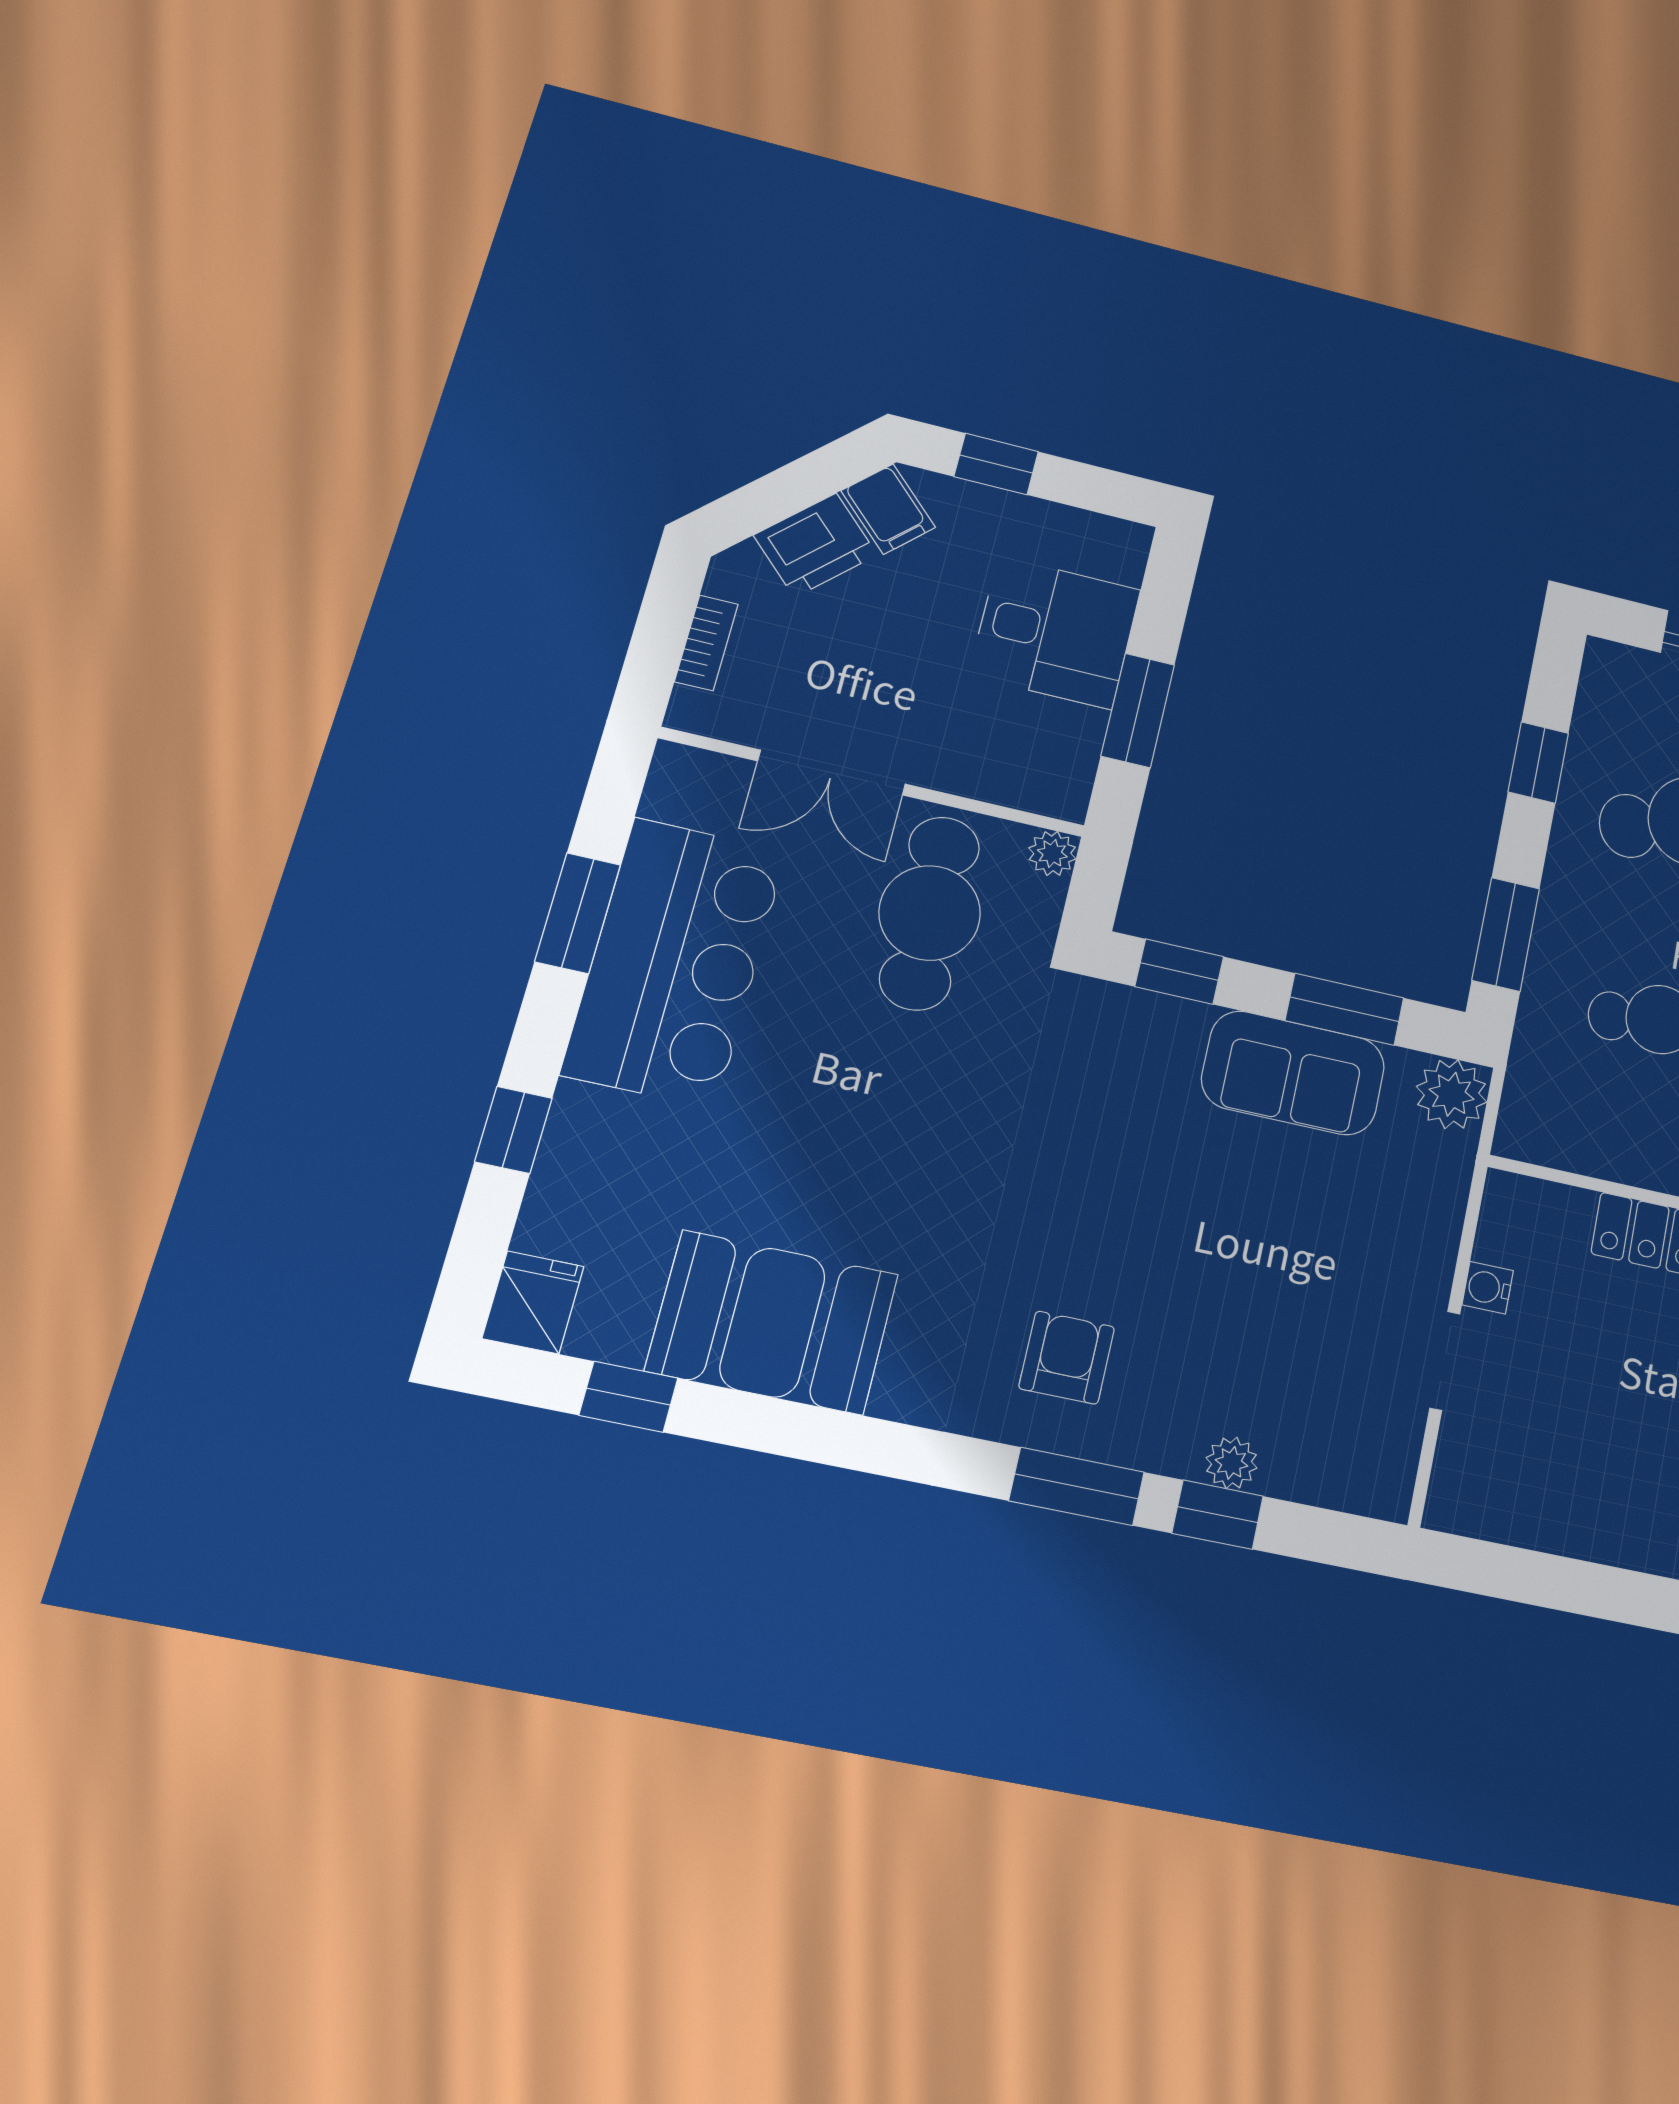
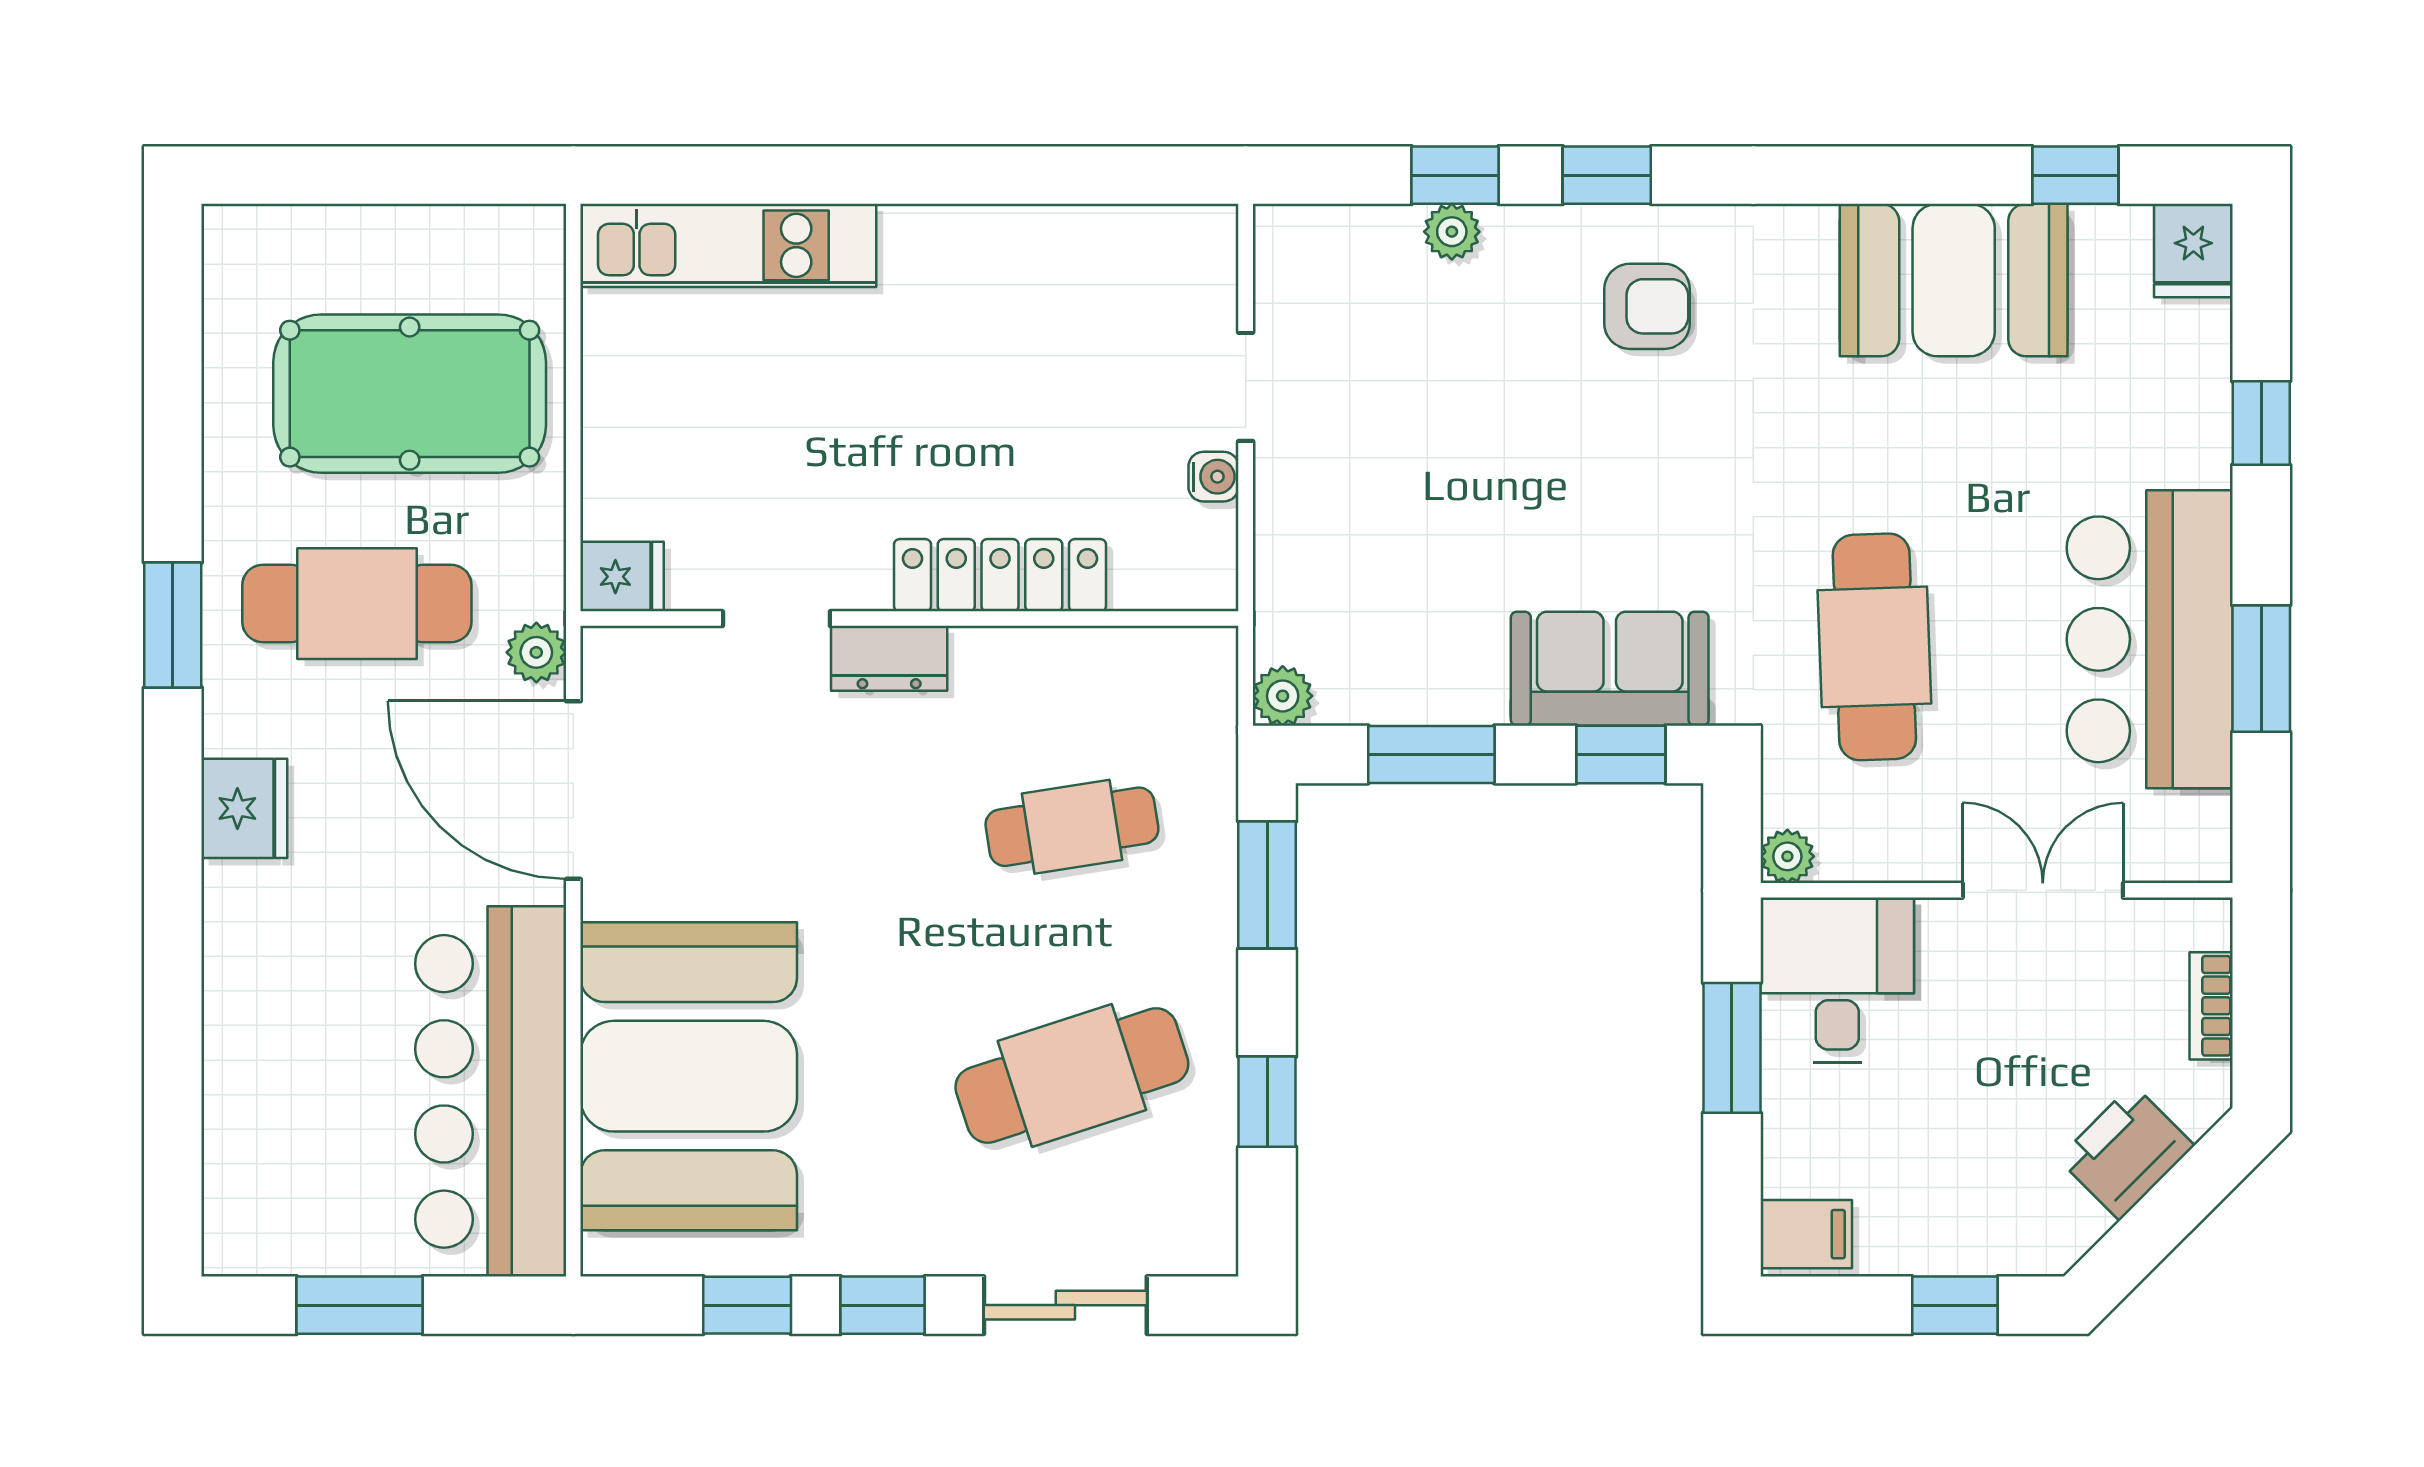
filing cabinet: (888, 509) -> (1806, 1234), moved, turned 135
desk: (1055, 632) -> (1837, 980), moved, turned 90
cafe table: (930, 913) -> (1874, 647), moved
sofa: (1293, 1073) -> (1610, 669), moved
plant: (1452, 1094) -> (1283, 696), width x0.73, depth x0.73
armchair: (1067, 1358) -> (1647, 306), turned -90
window: (1077, 1486) -> (1607, 175), width x0.67

